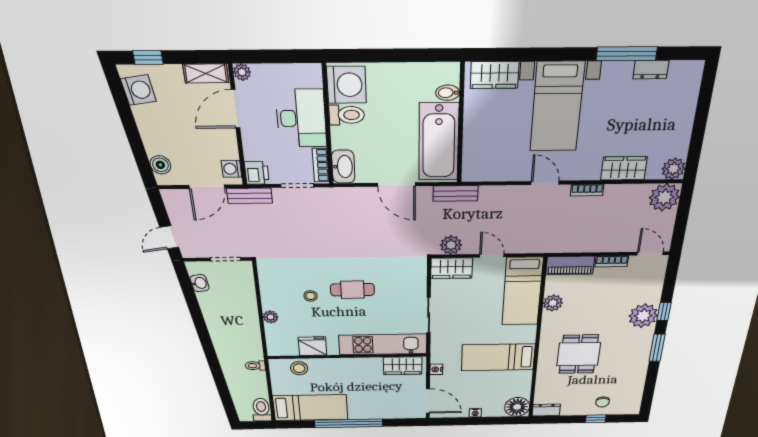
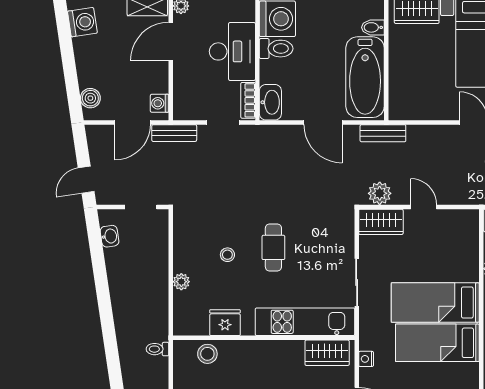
printer: (257, 173) -> (184, 108), removed
cafe table: (352, 290) -> (273, 247), turned 90
bed: (522, 291) -> (435, 303), moved, turned 90

